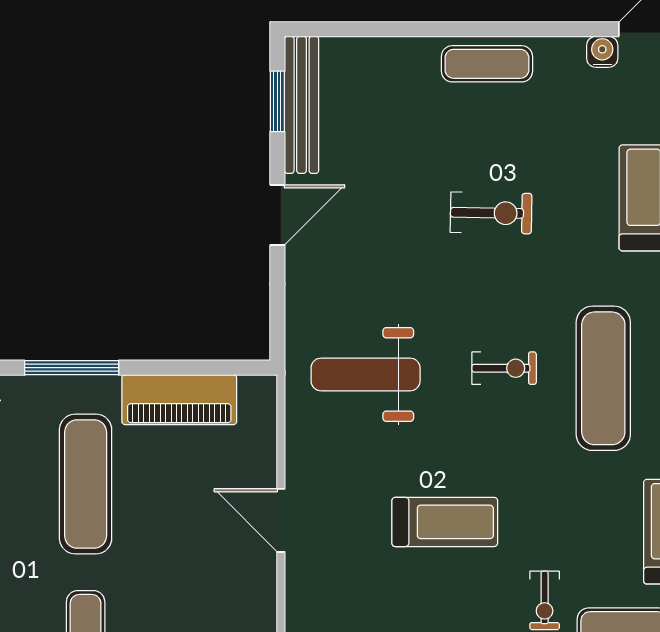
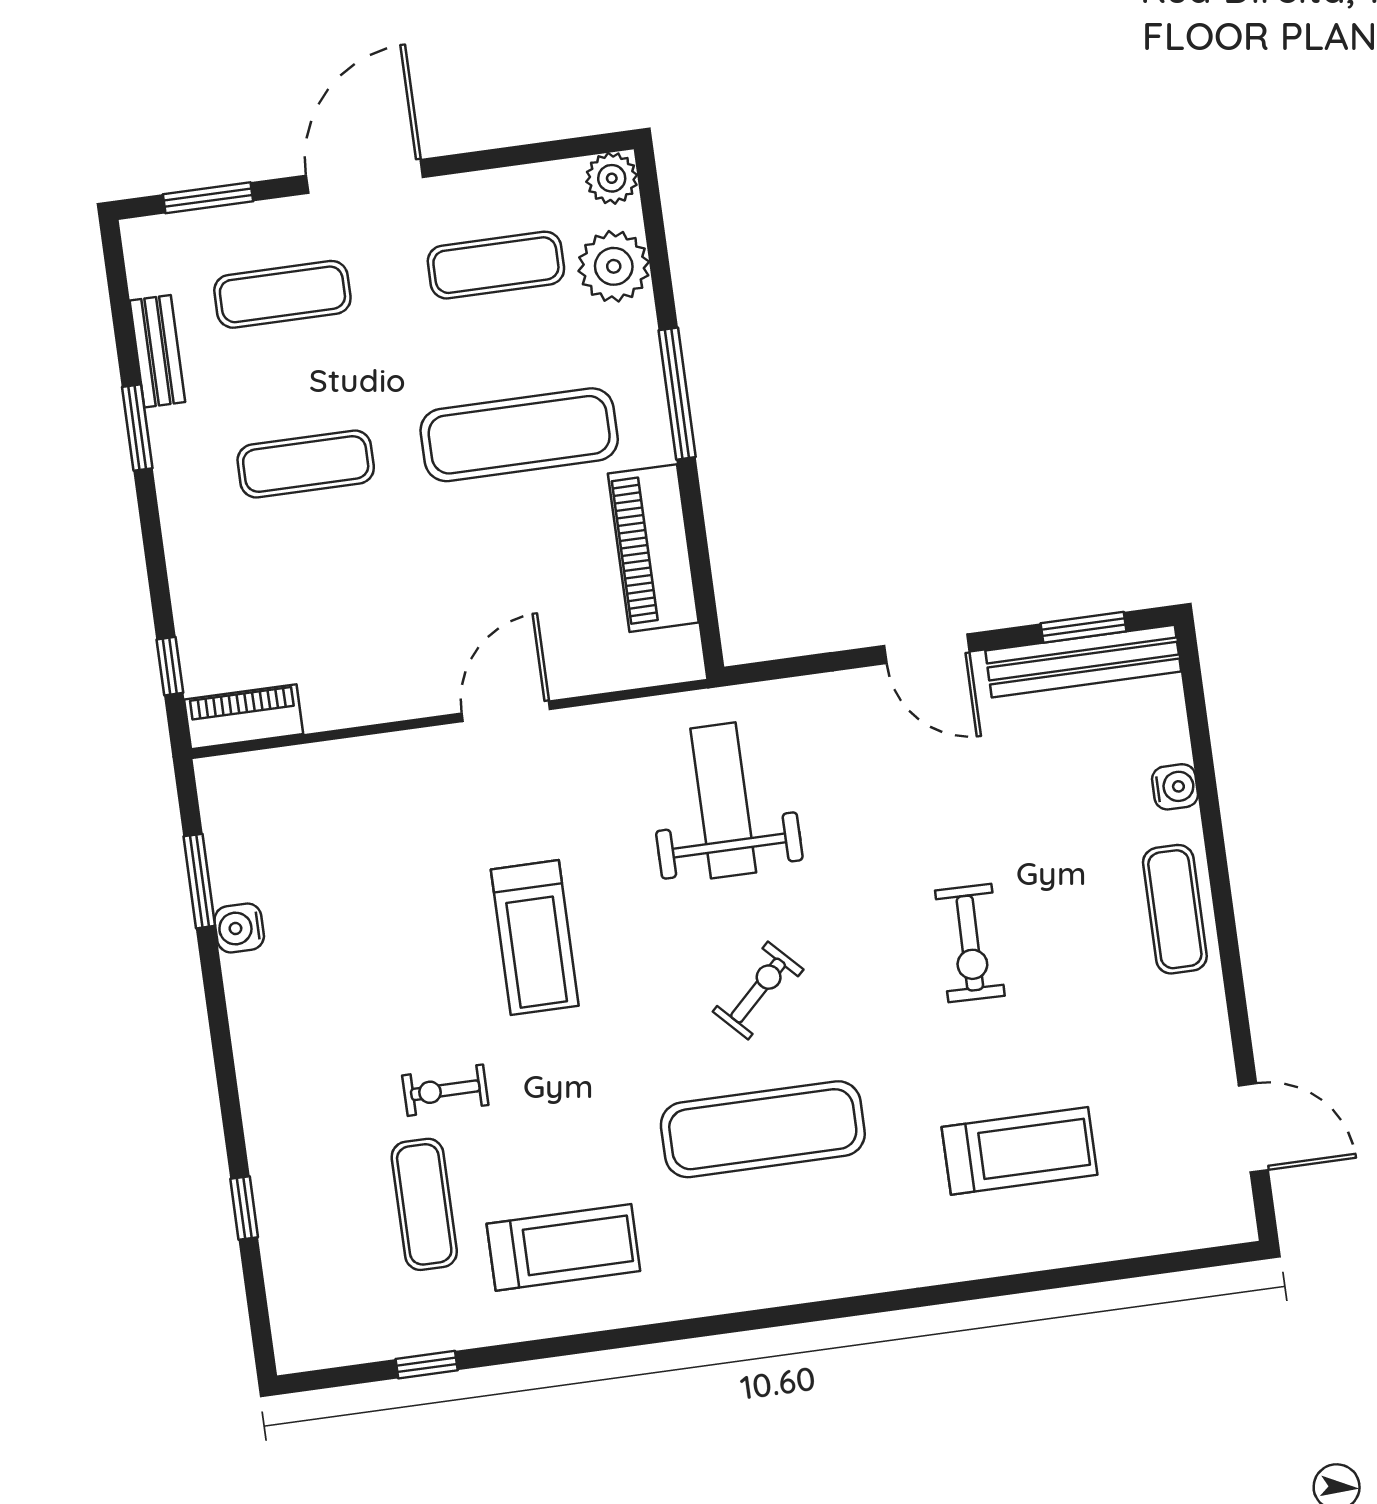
water cooler: (602, 52) -> (1175, 787), moved
exercise bike: (504, 368) -> (758, 990), turned -134

